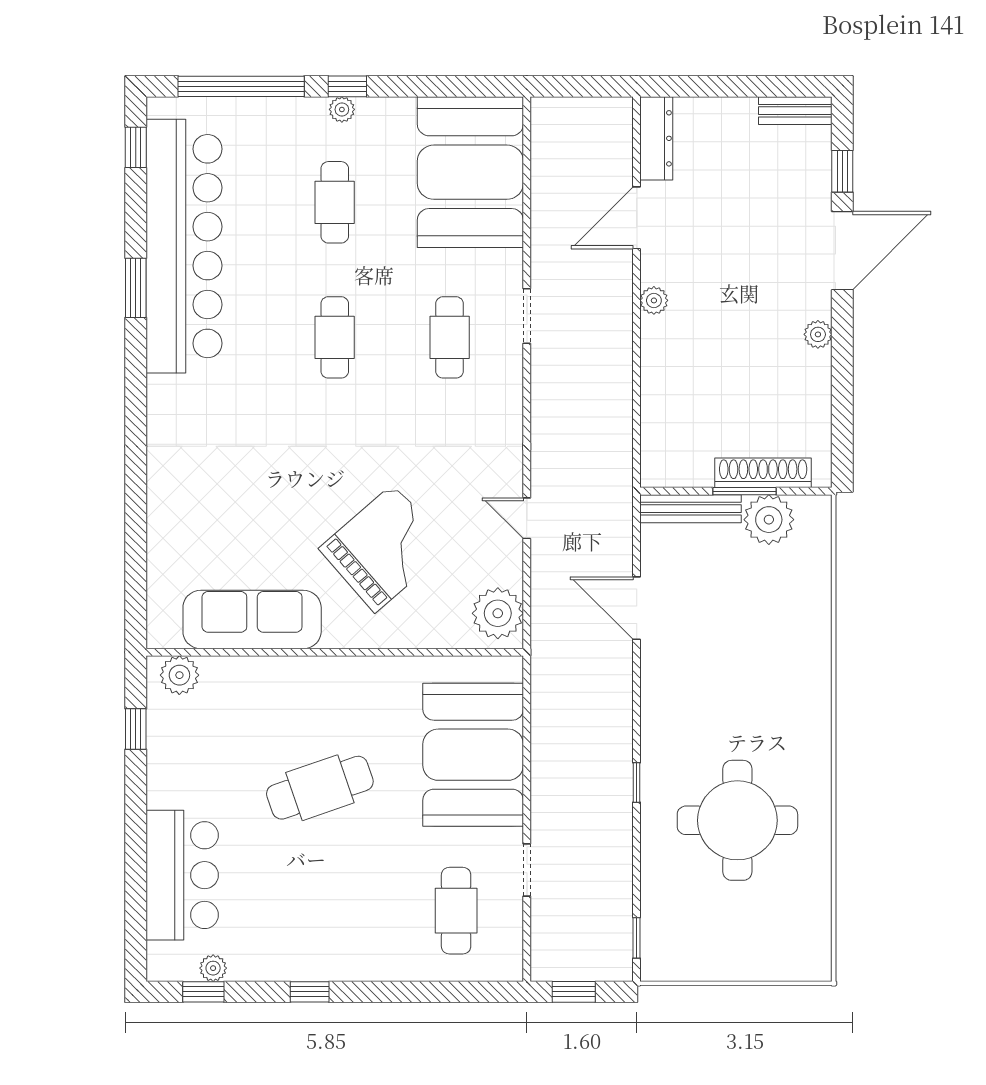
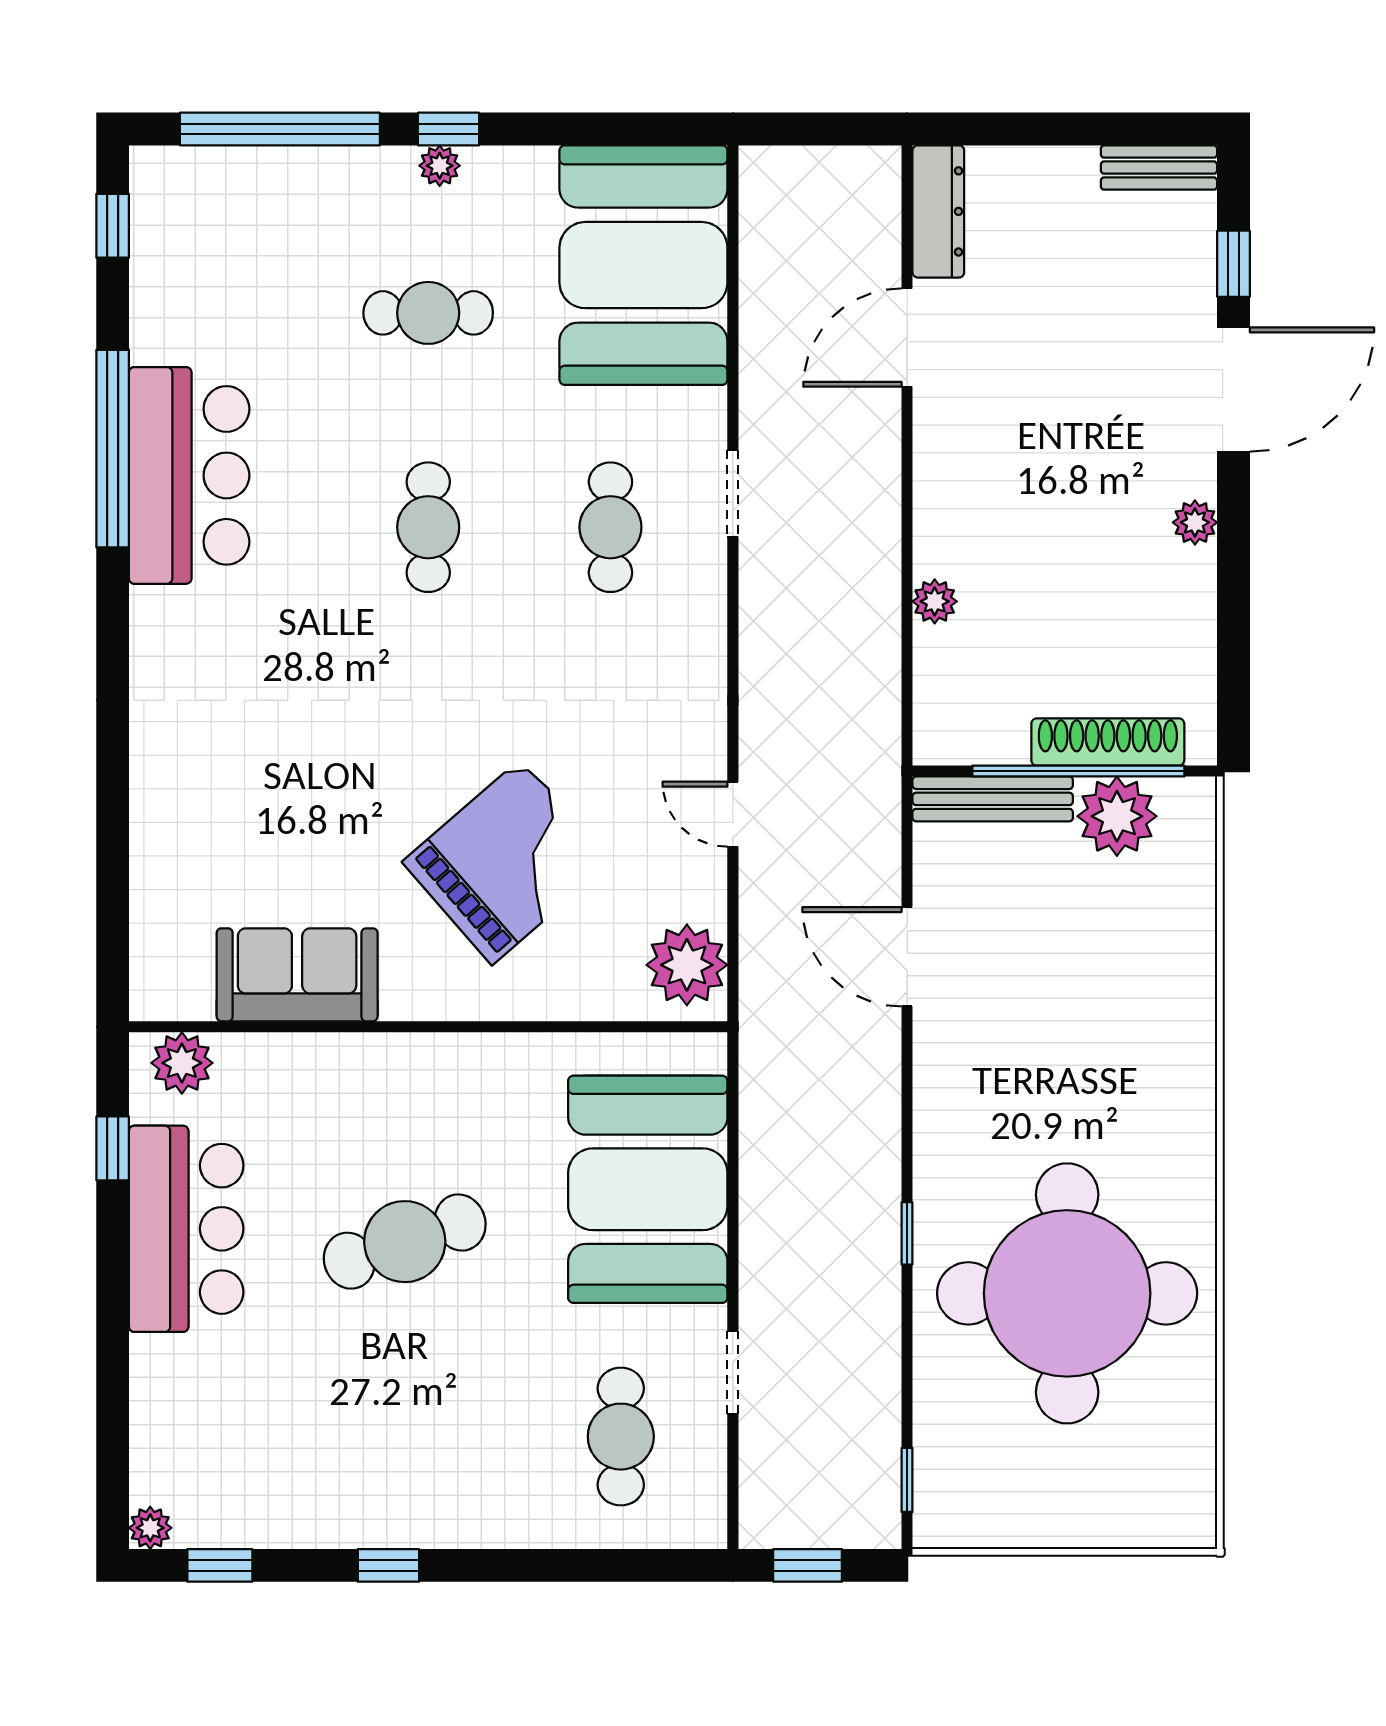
cafe table: (335, 202) -> (428, 313), turned 90
bar counter: (184, 246) -> (189, 475), width x0.54
window: (136, 288) -> (113, 449), width x2.11
plant: (654, 300) -> (935, 601), moved
window: (745, 491) -> (1078, 771), width x2.11
sofa: (252, 620) -> (297, 975), width x0.73
round table: (737, 820) -> (1067, 1293), width x1.36, depth x1.36
bar counter: (182, 875) -> (186, 1229), moved
plant: (213, 968) -> (150, 1528), moved

